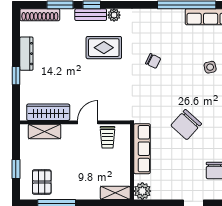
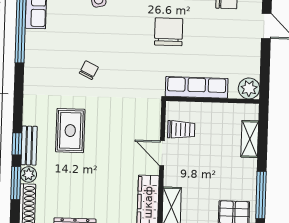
plant: (114, 15) -> (29, 174), moved
chair: (186, 125) -> (169, 32), turned -132
shelving: (115, 193) -> (250, 139), moved

